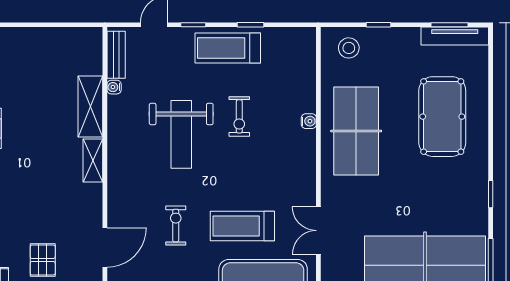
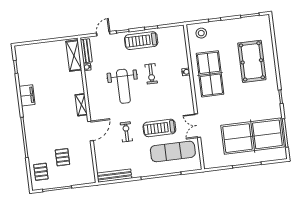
tv unit: (455, 36) -> (253, 21), removed
shelving: (90, 106) -> (74, 56), moved
door: (105, 247) -> (91, 131), moved

